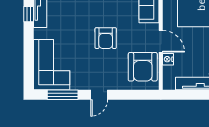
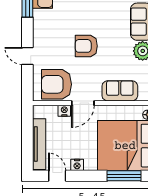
door: (99, 95) -> (27, 56), moved

